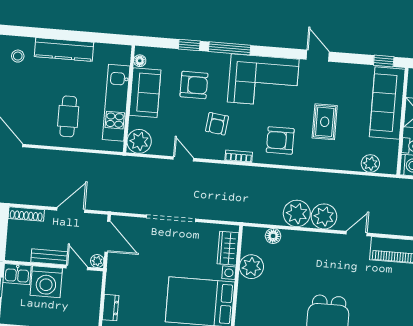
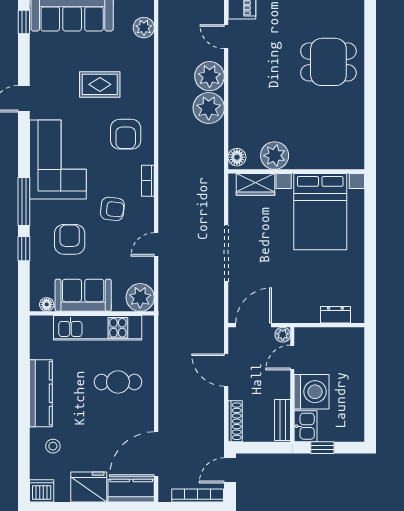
floor lamp: (273, 236) -> (237, 157), moved
bench: (49, 257) -> (282, 420), moved

